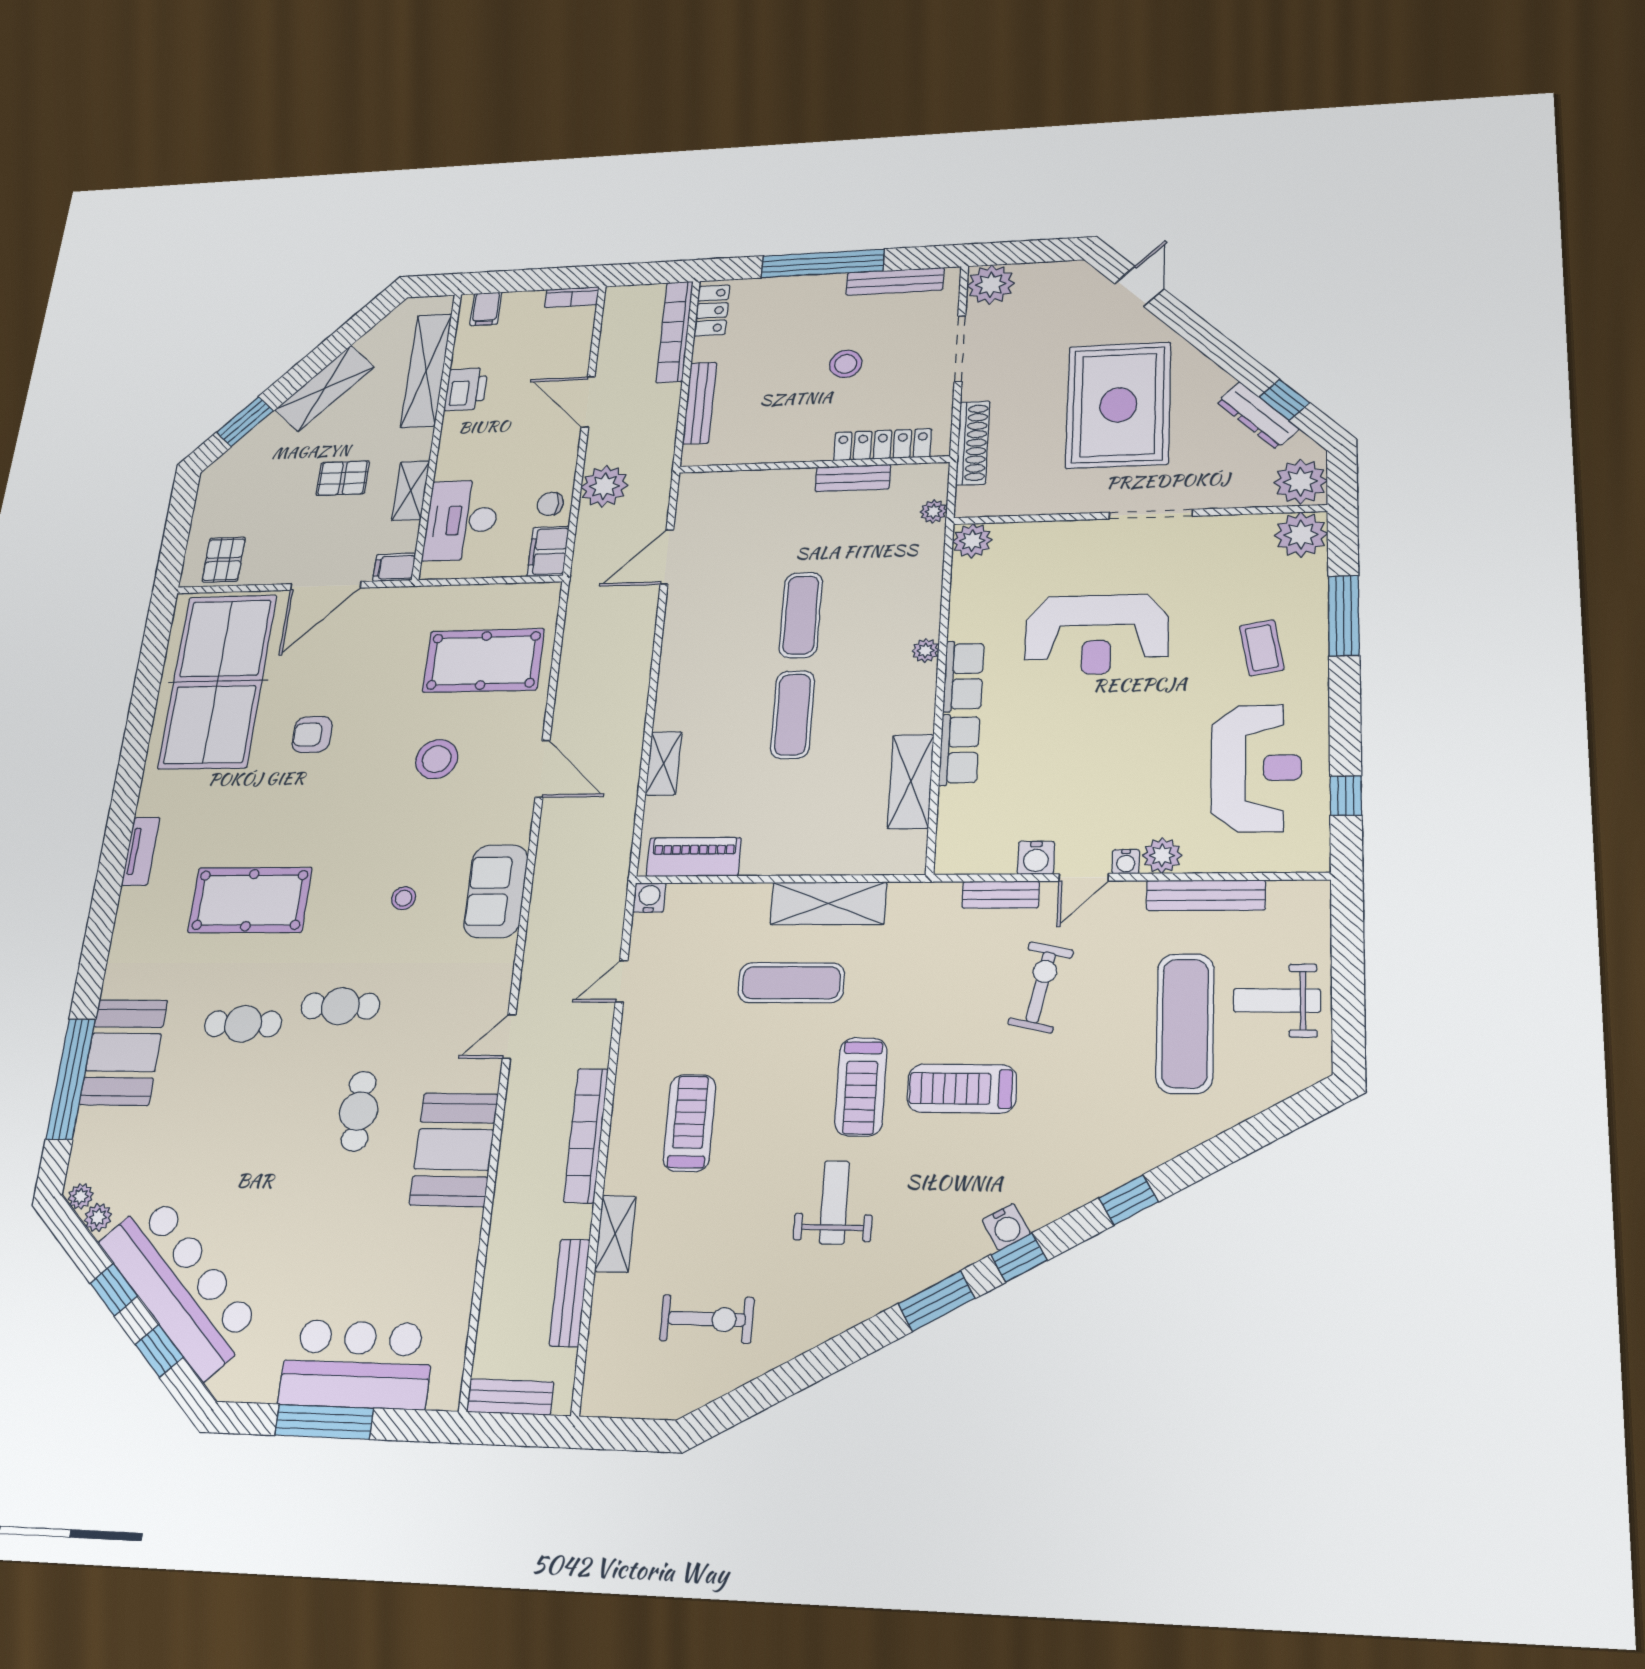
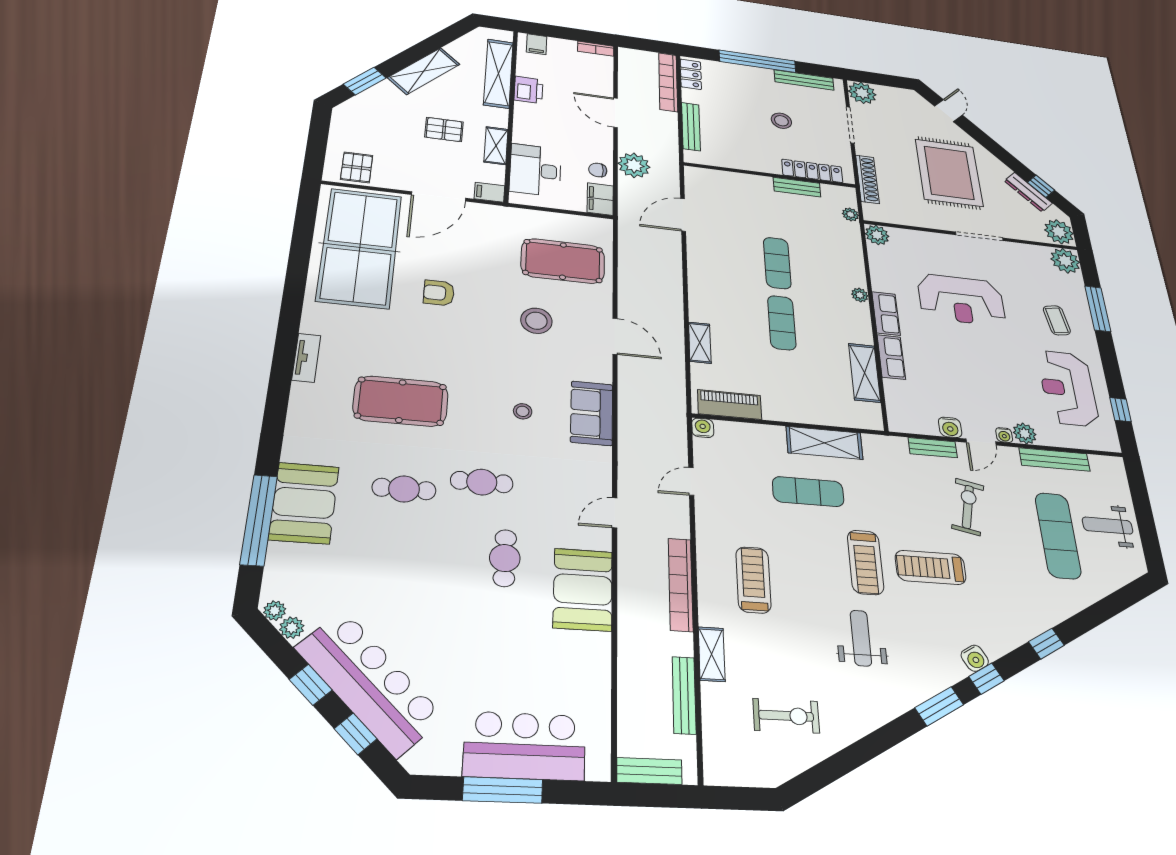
reception desk: (1256, 768) -> (1068, 388), turned 180

